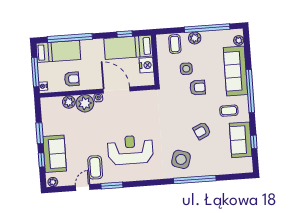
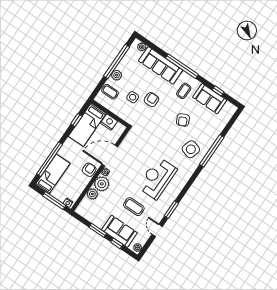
armchair: (72, 79) -> (89, 170), moved
coffee table: (95, 167) -> (134, 207), moved

